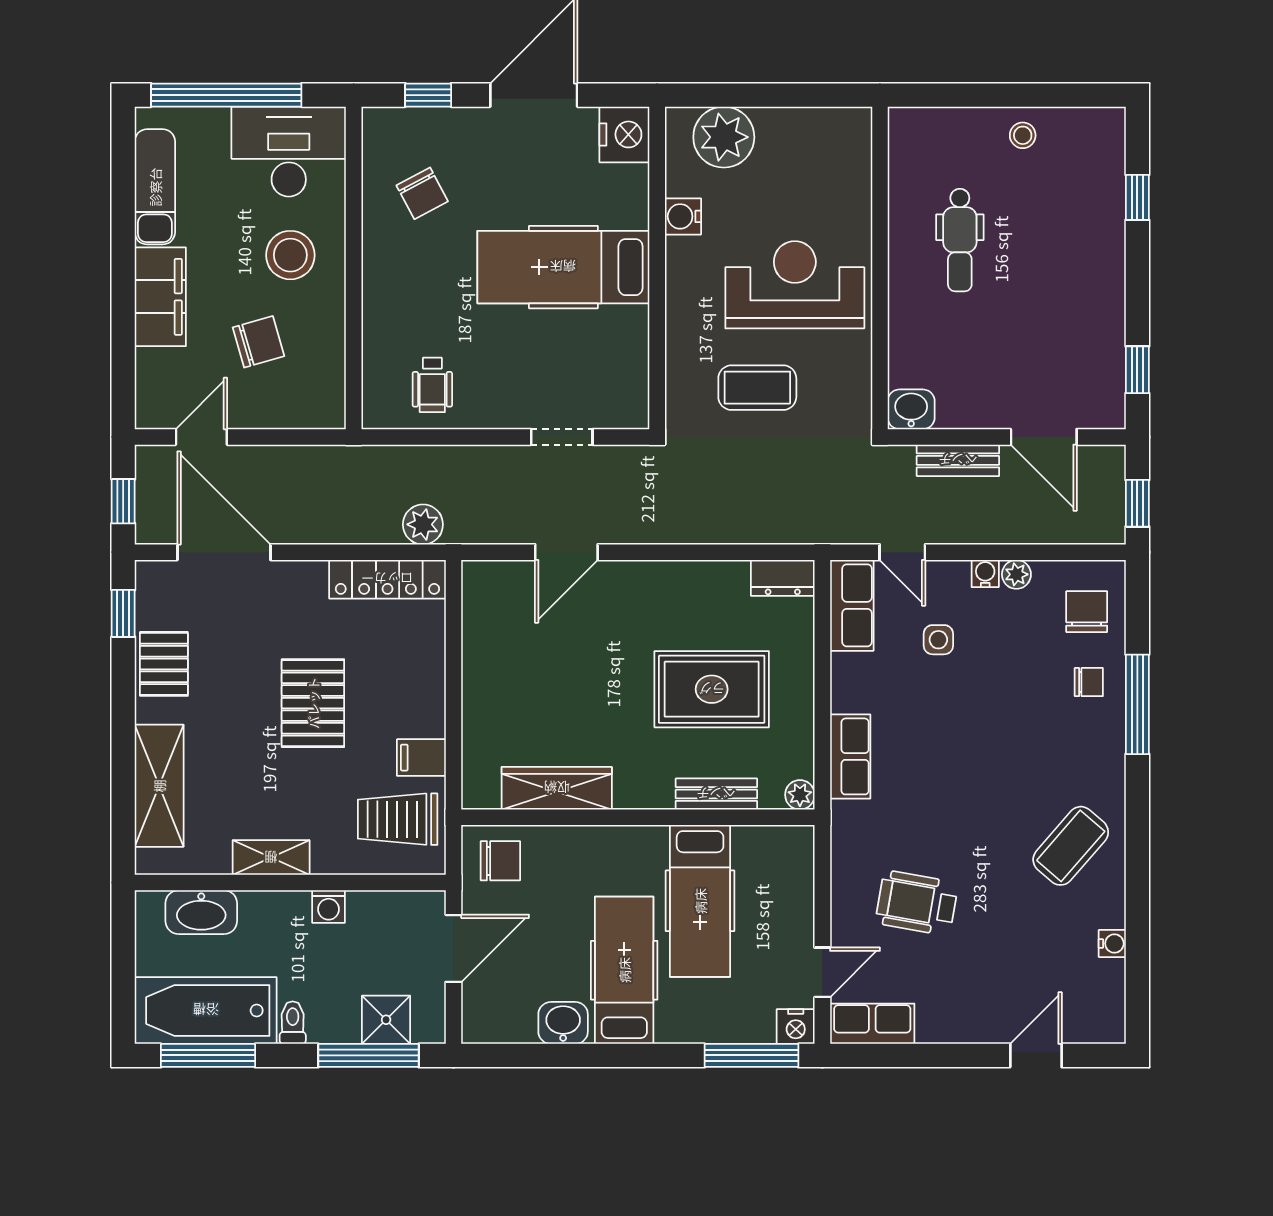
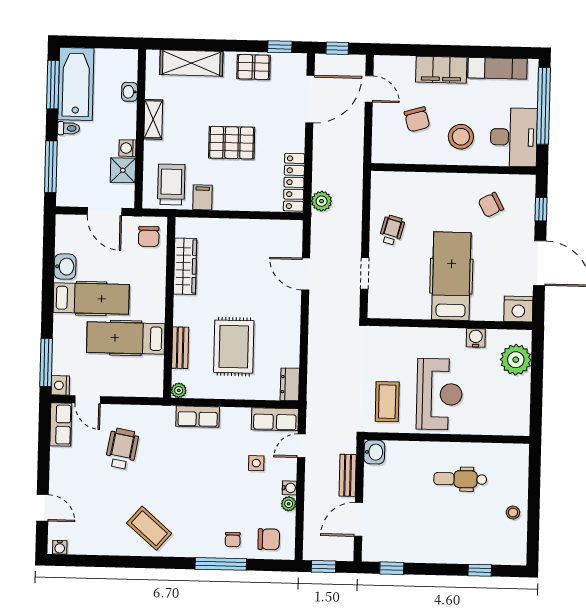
wheelchair: (432, 385) -> (392, 230), moved, turned 105
coffee table: (757, 388) -> (387, 402), moved
washbasin: (201, 912) -> (129, 92), width x0.52, depth x0.69
water cooler: (1112, 943) -> (60, 547), moved
shower: (386, 1020) -> (123, 170), moved

